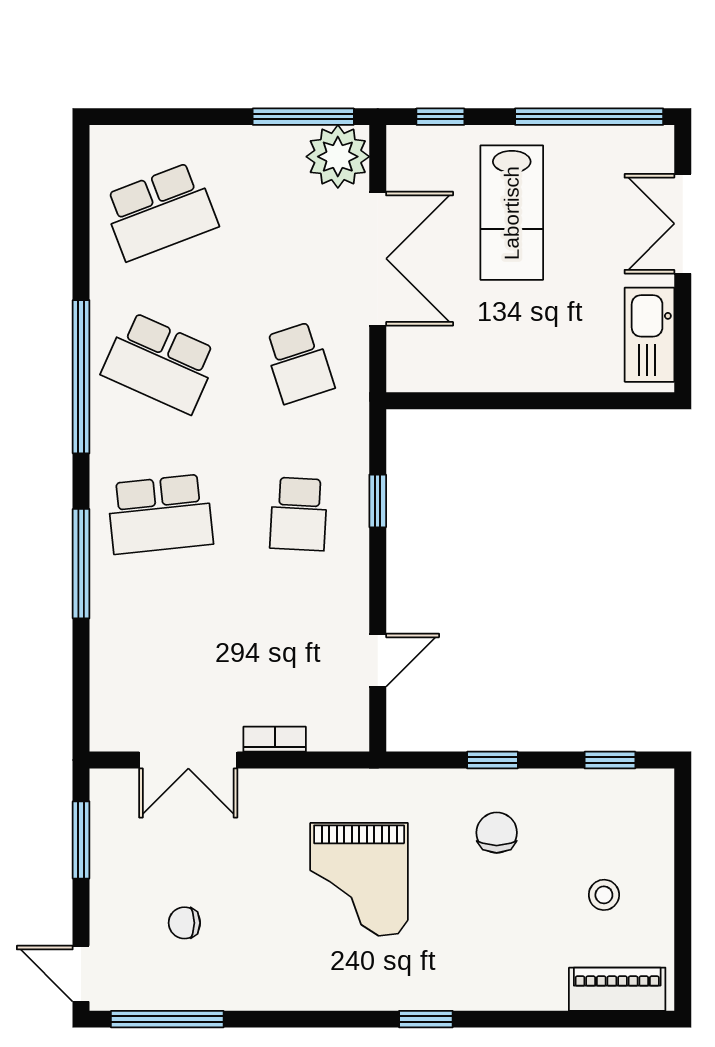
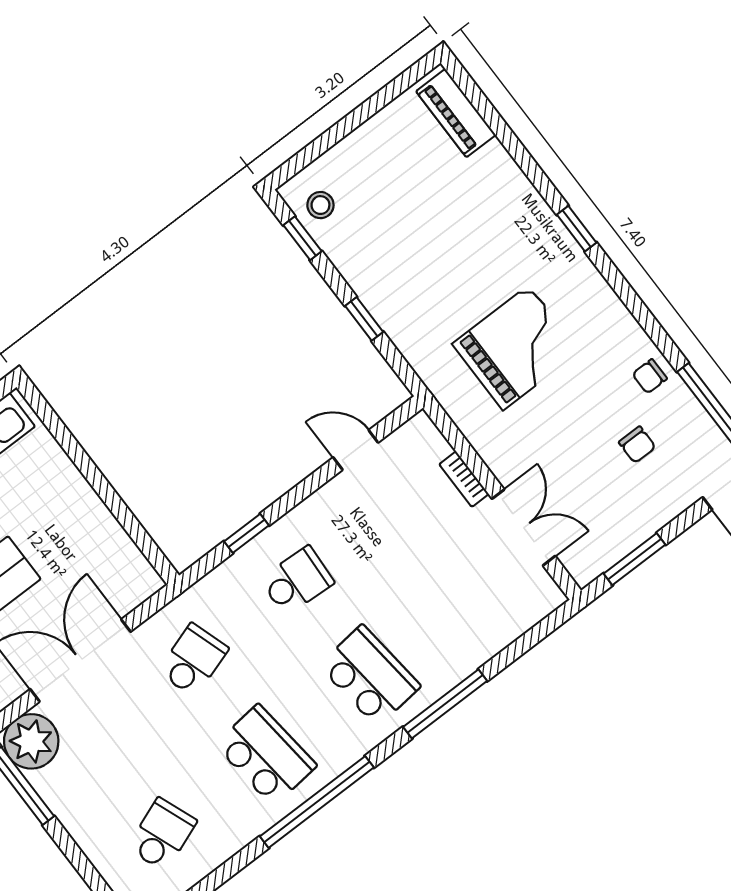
school desk: (160, 211) -> (162, 835), width x0.54
school desk: (160, 363) -> (266, 755), turned -30
chair: (497, 833) -> (650, 376), moved, width x0.73, depth x0.73
stool: (604, 895) -> (320, 205), moved

